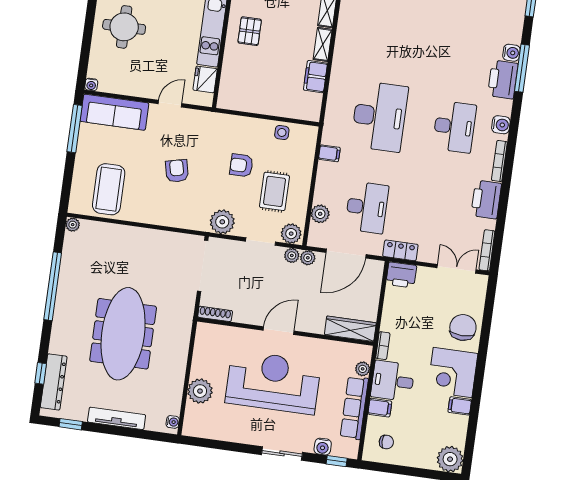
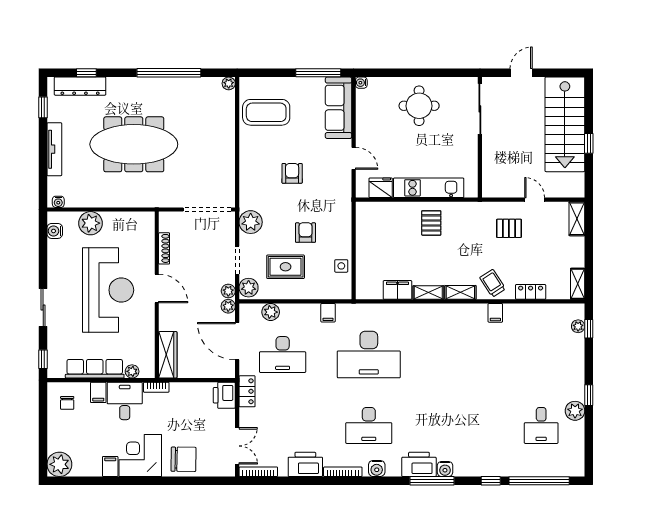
pallet: (250, 31) -> (431, 223), turned 90
armchair: (177, 171) -> (292, 173), turned -77
shoe rack: (215, 314) -> (164, 248), moved
water cooler: (323, 447) -> (55, 231), moved

